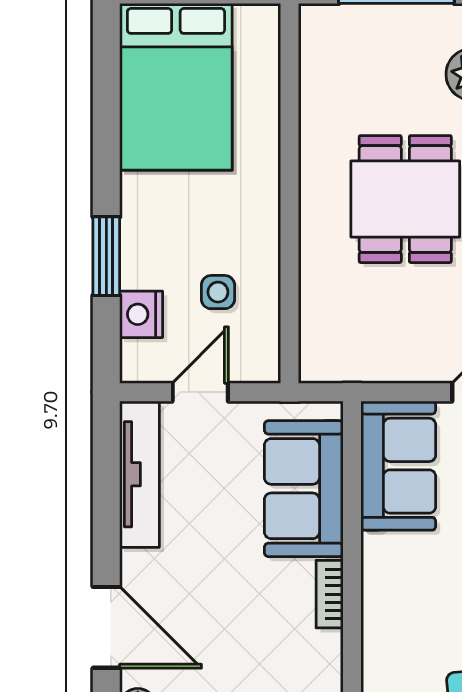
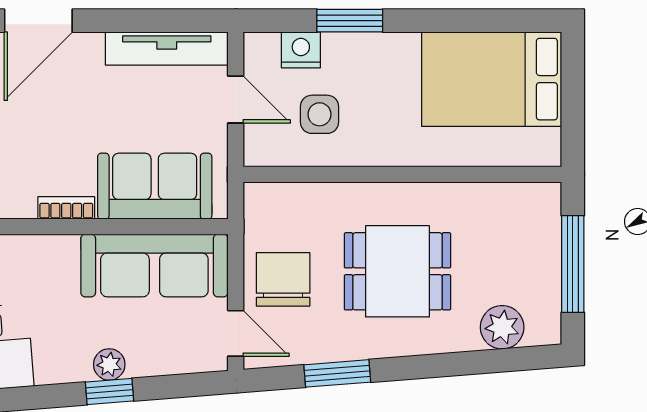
side table: (218, 292) -> (319, 114), width x1.37, depth x1.37
chair: (415, 335) -> (283, 279), added
sofa: (398, 466) -> (154, 266), width x1.36

